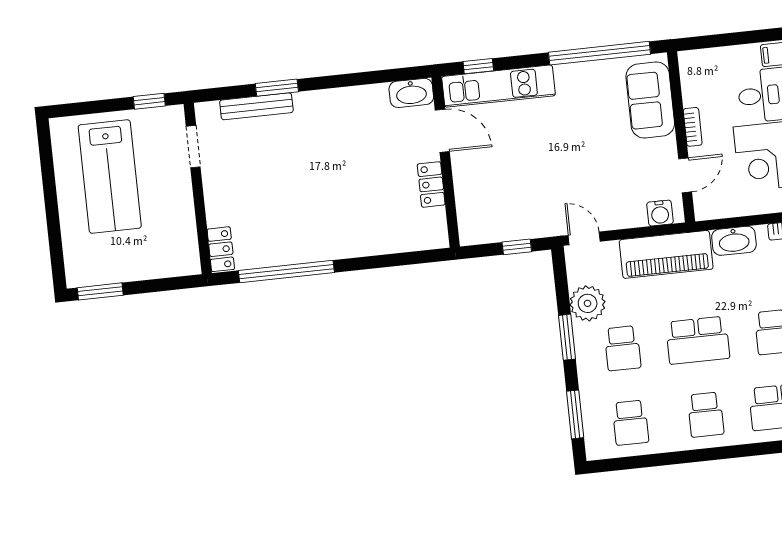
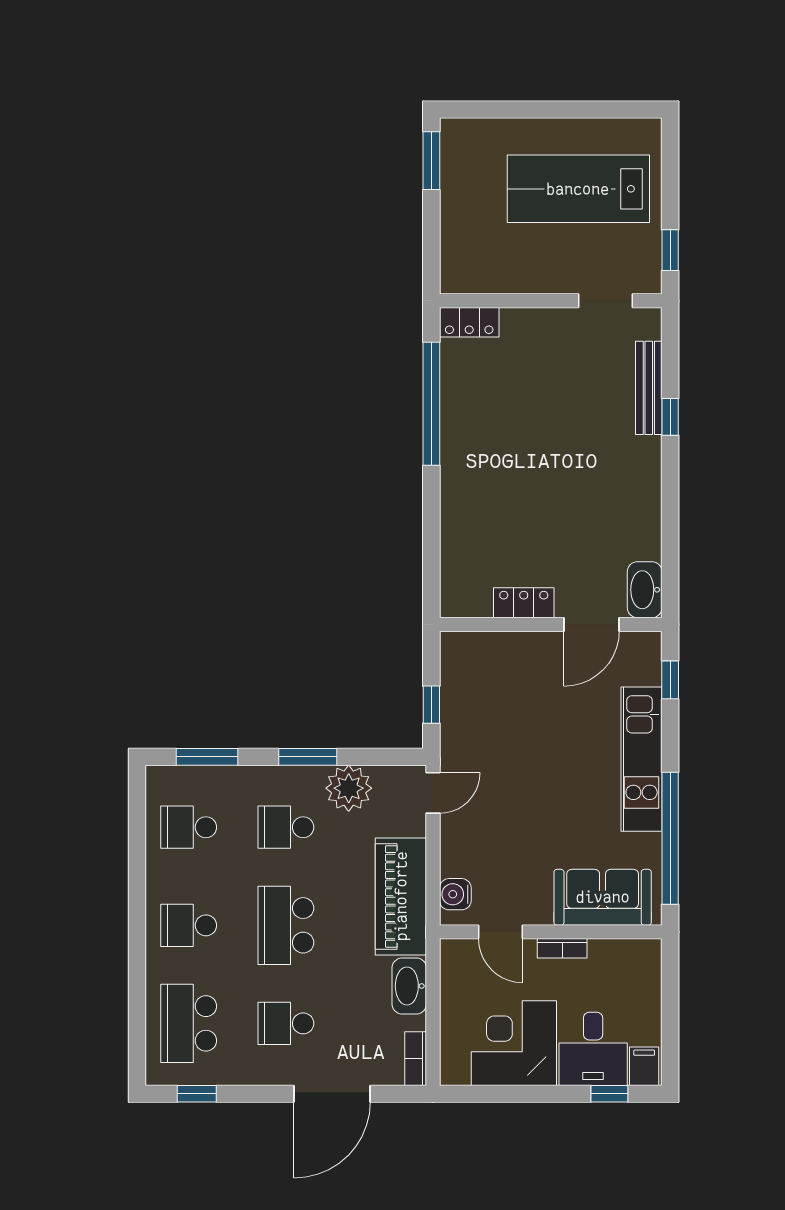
kitchen unit: (498, 86) -> (642, 759), moved
window: (277, 88) -> (670, 417), width x0.67

